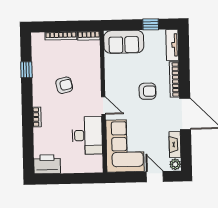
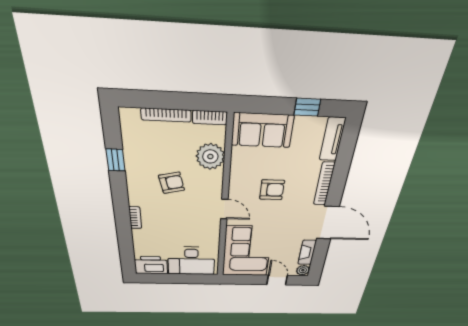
plant: (91, 63) -> (210, 157), added
armchair: (147, 91) -> (272, 190), moved
desk: (87, 135) -> (191, 261), moved, turned 90

